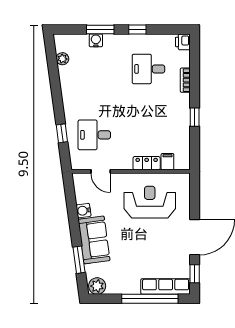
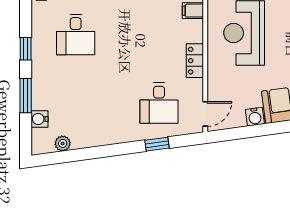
water cooler: (96, 40) -> (39, 119), moved
locker: (147, 163) -> (195, 61), moved
door: (101, 171) -> (205, 114), moved

